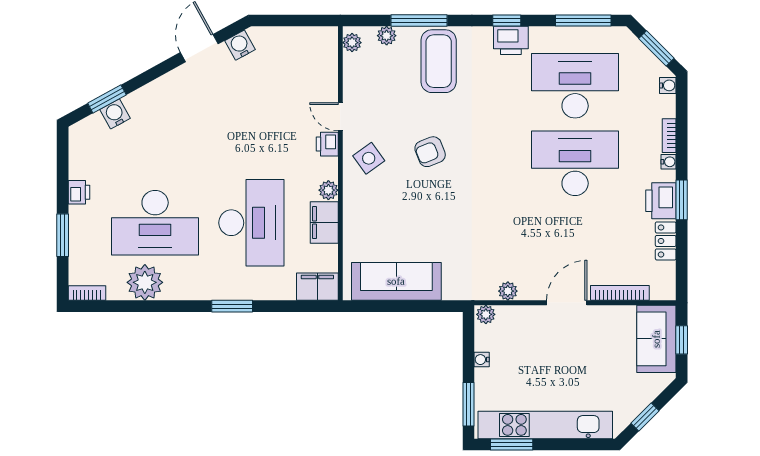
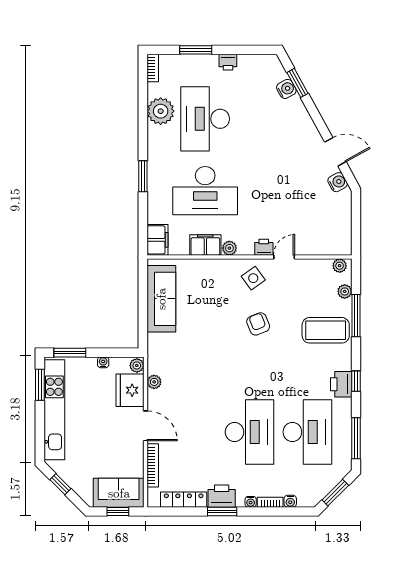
water cooler: (668, 85) -> (290, 501), moved
locker: (666, 241) -> (184, 500), width x1.53
fridge: (519, 324) -> (130, 390), added

